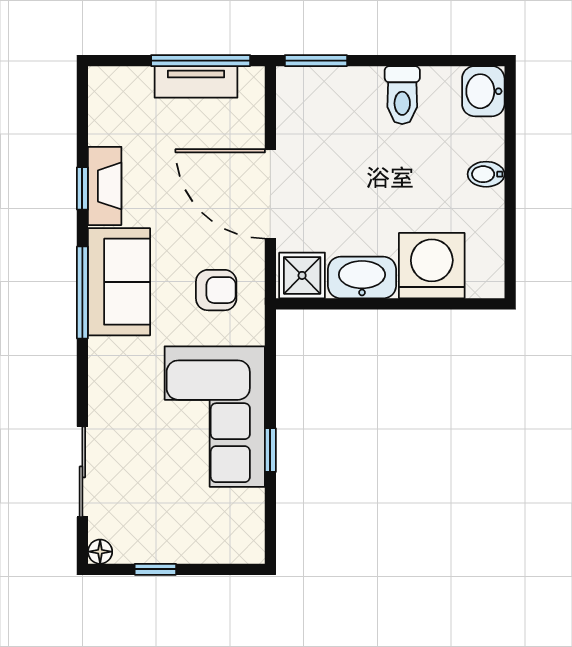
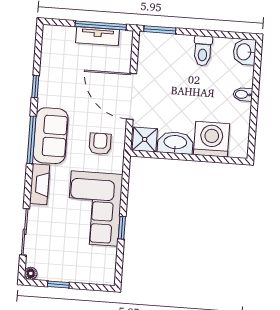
fireplace: (105, 186) -> (40, 184), moved
armchair: (216, 290) -> (100, 144), turned -90

